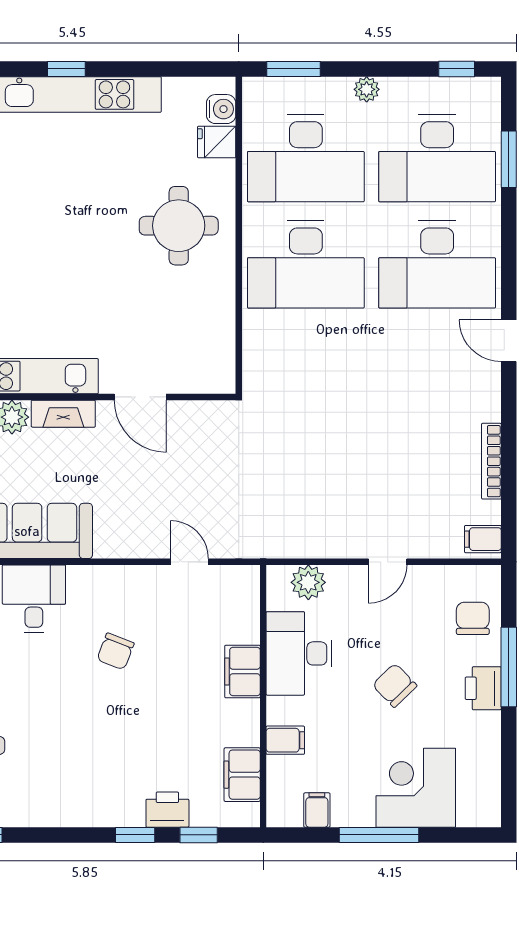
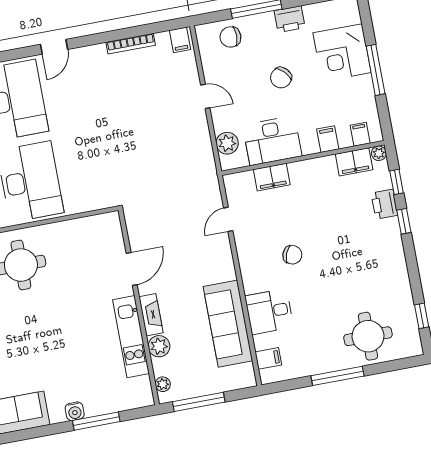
filing cabinet: (242, 671) -> (272, 177), moved
printer: (483, 688) -> (290, 19), moved
filing cabinet: (317, 810) -> (360, 134), moved, turned 90
plant: (248, 816) -> (379, 153), added

